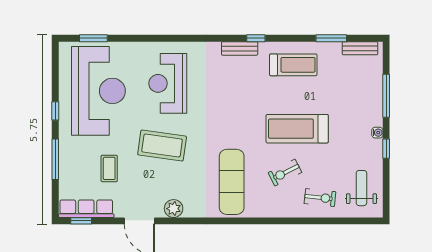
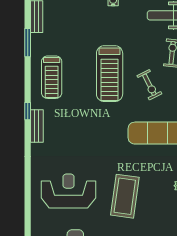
treadmill: (293, 65) -> (52, 77), turned 180
reception desk: (168, 83) -> (68, 191), turned 180

